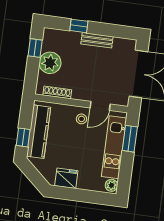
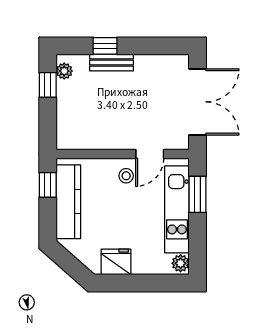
bench: (97, 40) -> (112, 63), moved
plant: (50, 63) -> (64, 71), moved, width x0.53, depth x0.53
shoe rack: (57, 92) -> (87, 143), removed
window: (23, 137) -> (48, 185), moved

